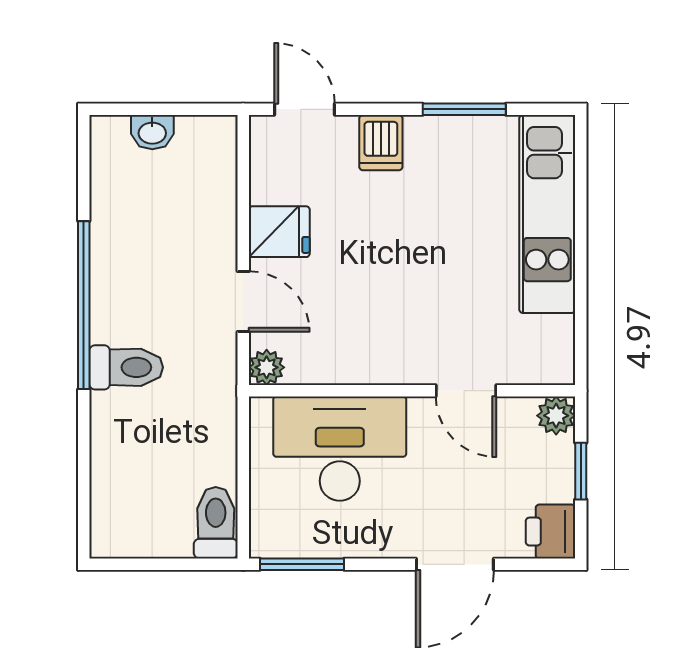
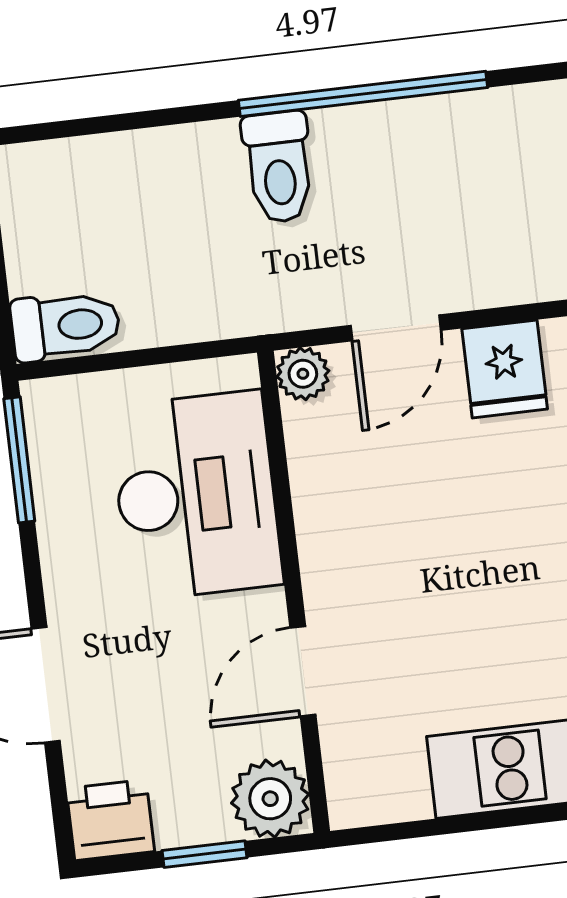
plant: (556, 416) -> (270, 799), width x1.38, depth x1.38

